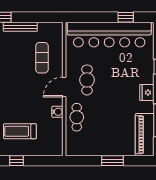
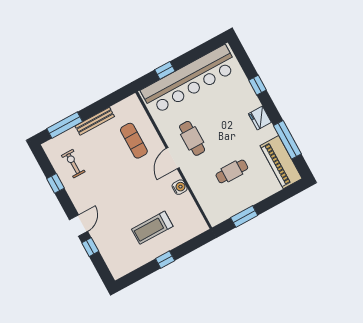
window: (126, 17) -> (165, 70), moved
cafe table: (77, 117) -> (232, 171), moved, turned 90
window: (113, 161) -> (244, 216), moved

